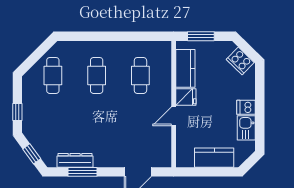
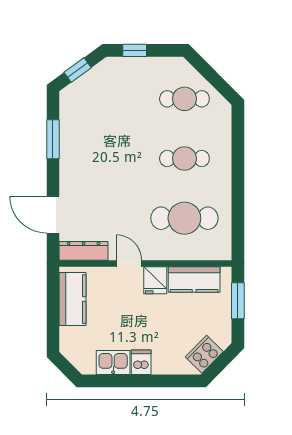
cafe table: (140, 75) -> (184, 218), width x1.37, depth x1.35
kitchen counter: (214, 158) -> (73, 299), moved
dresser: (75, 160) -> (84, 251), moved, turned -90

